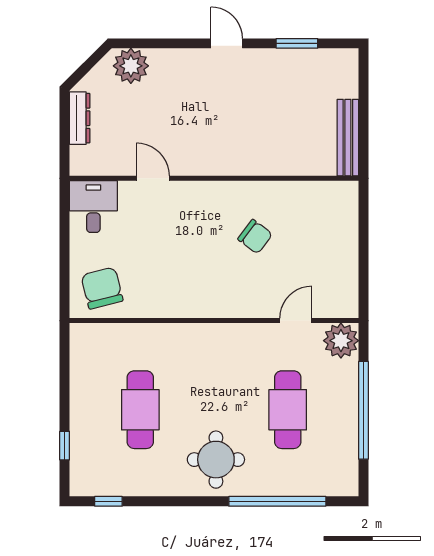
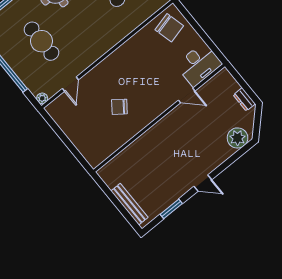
dresser: (80, 118) -> (244, 99), width x0.70
bench: (348, 138) -> (129, 204), moved
desk: (93, 207) -> (199, 64), width x1.37
plant: (341, 341) -> (42, 98), width x0.53, depth x0.53

